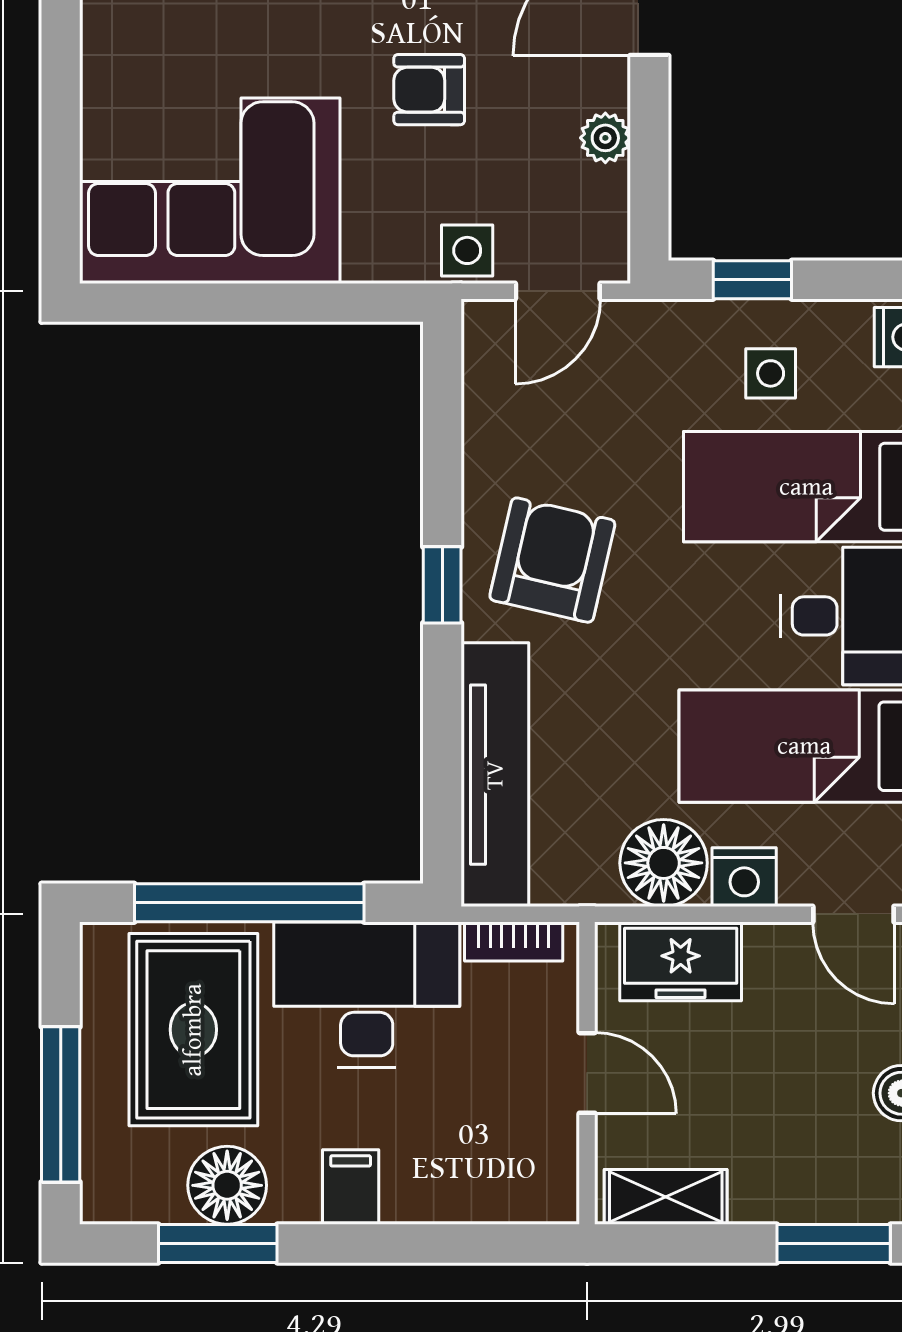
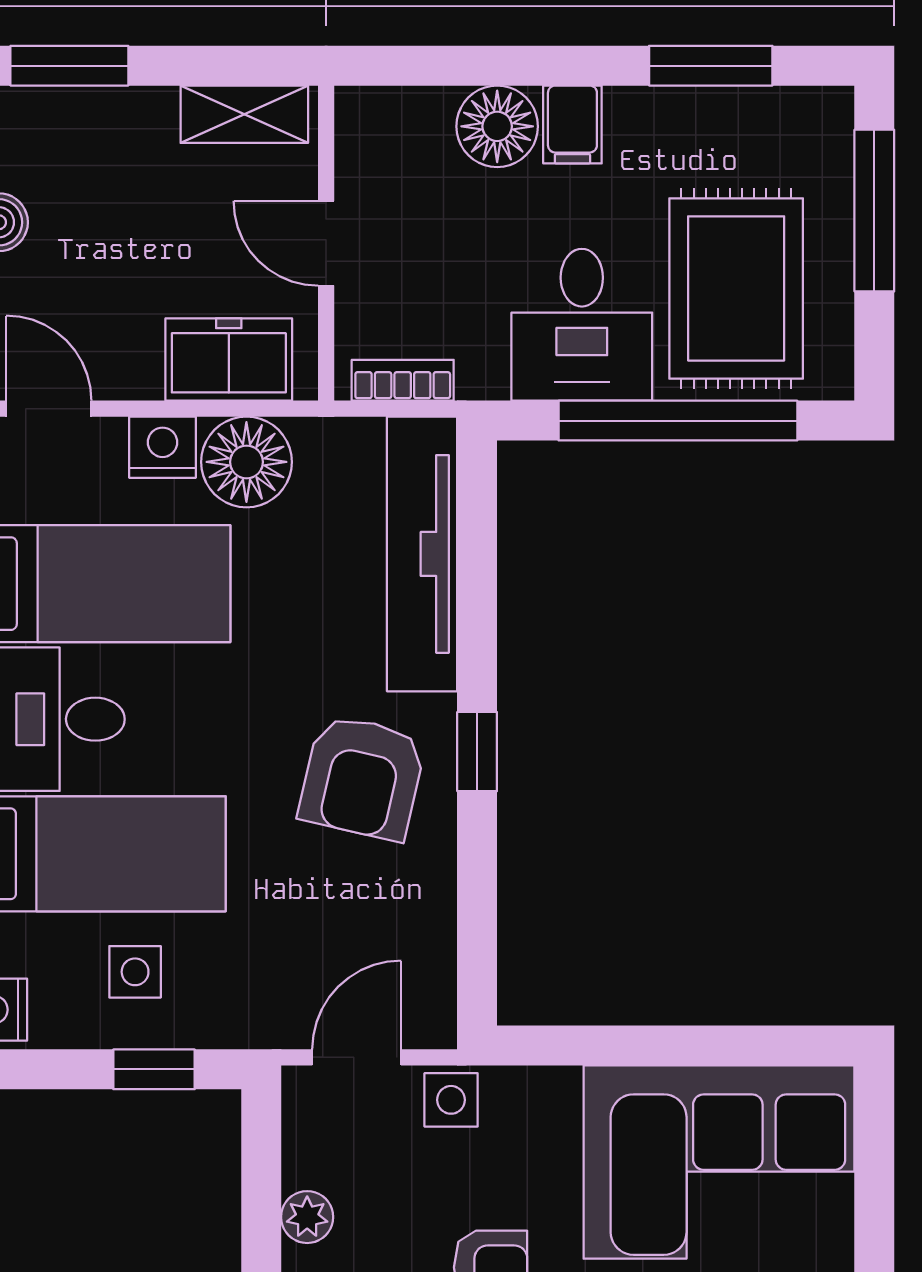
desk: (367, 995) -> (582, 325), width x0.73
floor lamp: (227, 1185) -> (497, 126), moved

